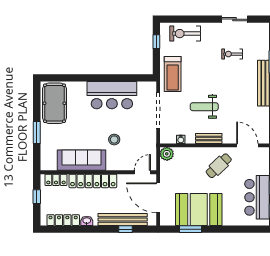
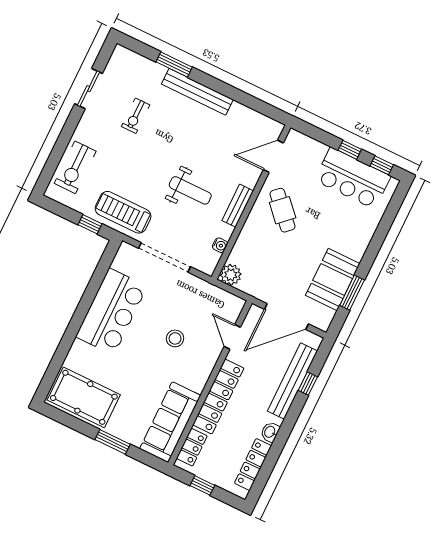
window: (156, 42) -> (90, 224), moved
treadmill: (173, 74) -> (123, 212), turned 180
weight bench: (204, 107) -> (190, 190), turned -90
sofa: (81, 160) -> (170, 422), moved
door: (142, 172) -> (232, 337), moved
booth: (199, 209) -> (333, 280), width x0.73, depth x0.70

